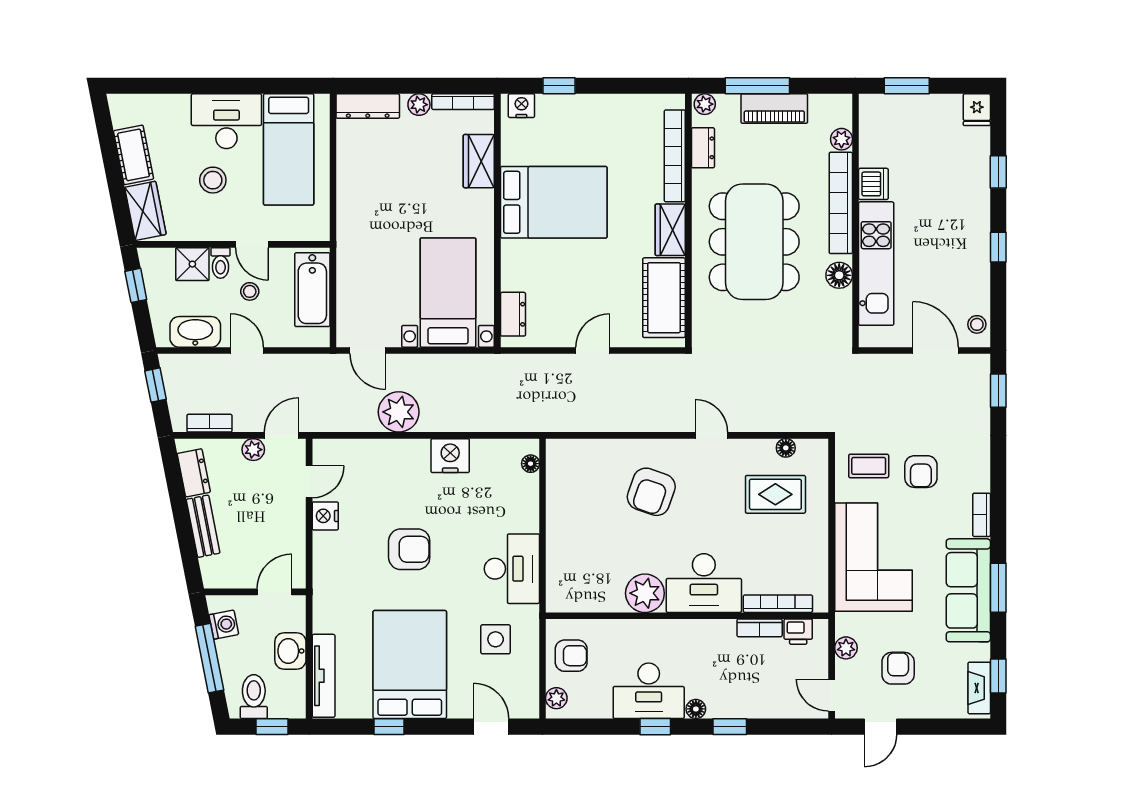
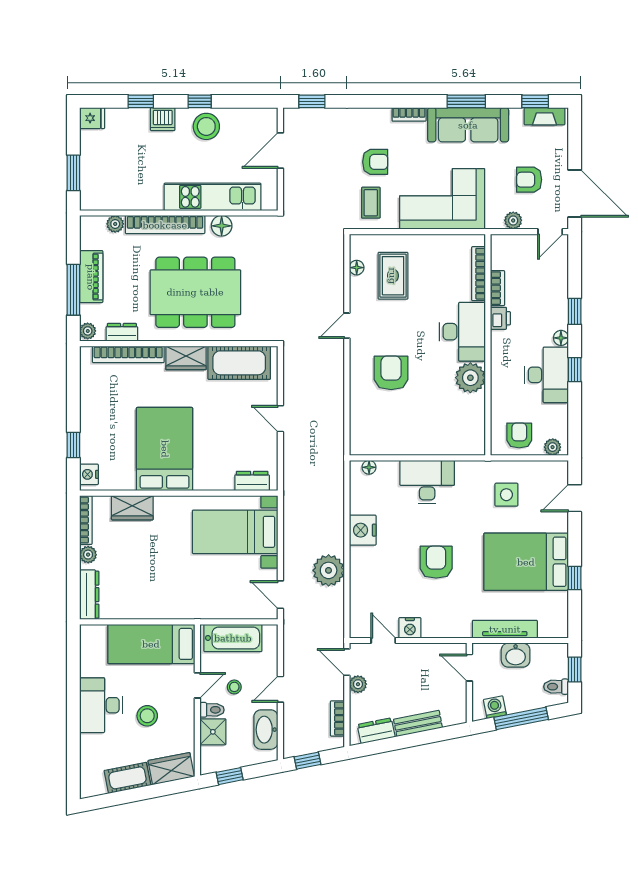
bed: (289, 149) -> (151, 644), moved, turned 180
dishwasher: (873, 184) -> (163, 119), moved, turned 180
stool: (977, 324) -> (206, 126), moved, width x1.89, depth x1.89
door: (368, 350) -> (280, 595), swing flipped
armchair: (651, 492) -> (391, 373), turned -109
desk: (512, 569) -> (427, 482), moved
printer: (798, 632) -> (500, 318), moved
tv unit: (324, 676) -> (505, 629), moved
toilet: (254, 697) -> (556, 687), width x0.73, depth x0.72
door: (880, 727) -> (575, 194), width x1.87

